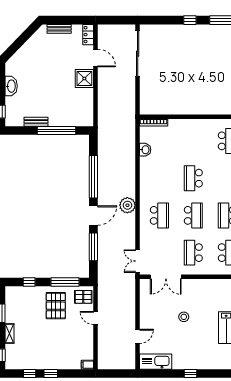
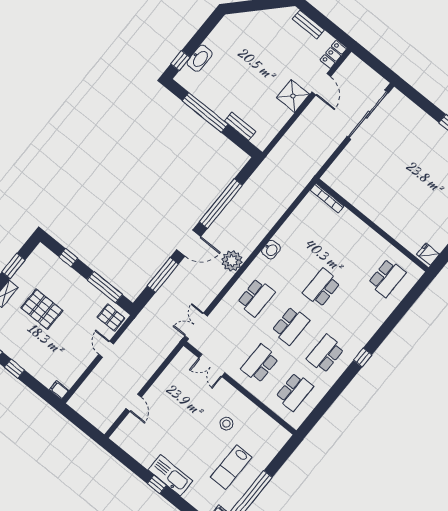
washbasin: (11, 86) -> (200, 58), moved
bench: (36, 122) -> (240, 126), moved
window: (56, 130) -> (205, 113), moved
washbasin: (145, 150) -> (271, 250), moved
double door: (166, 277) -> (212, 365), width x0.73
pallet: (56, 306) -> (42, 309), moved, turned 90
stool: (184, 317) -> (226, 424), moved
door: (138, 336) -> (134, 403), hinge flipped
kitchen sink: (156, 362) -> (170, 475), moved

